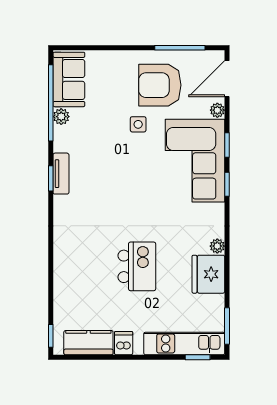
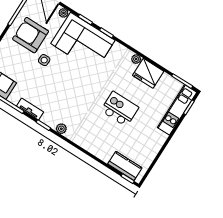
armchair: (160, 85) -> (31, 35), turned 90
plant: (61, 117) -> (61, 129), moved
tv unit: (61, 174) -> (30, 109), moved
kitchen counter: (88, 343) -> (125, 166), moved, turned 90
dishwasher: (124, 343) -> (156, 142), removed

